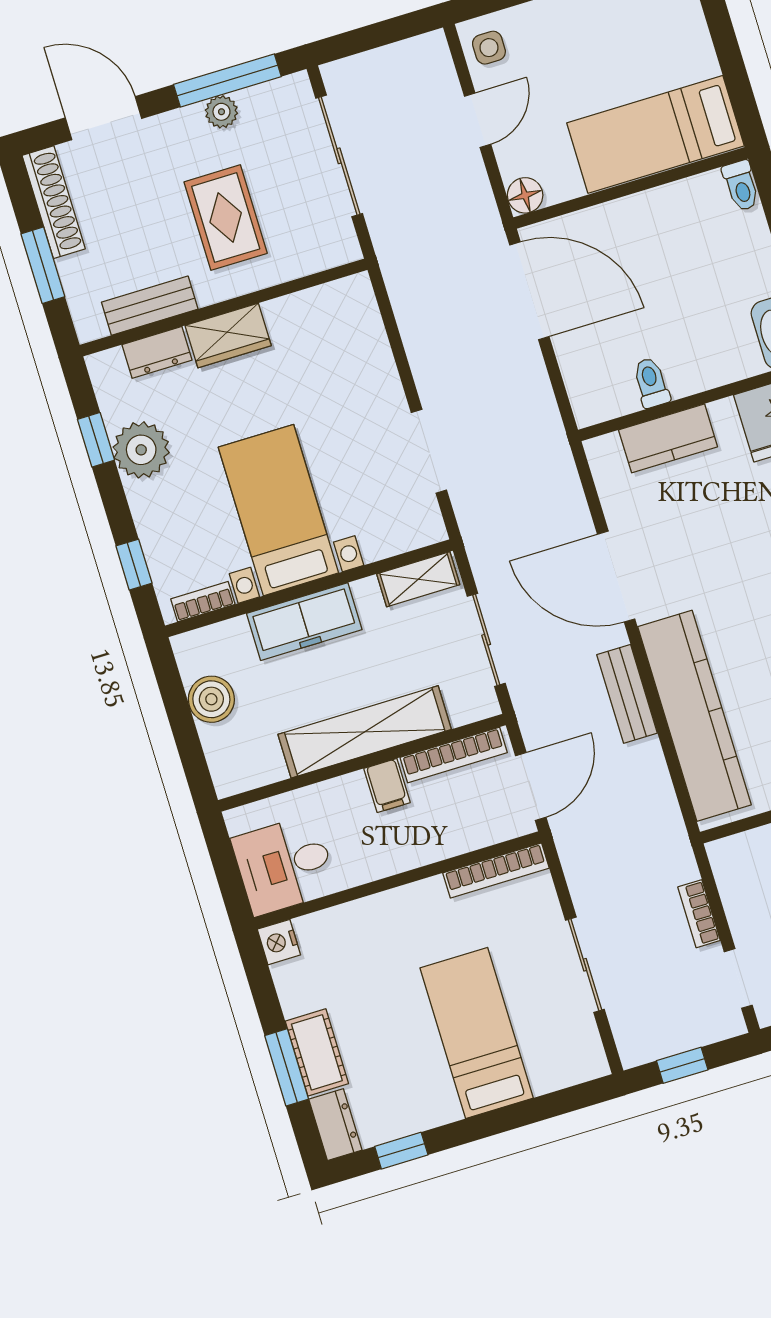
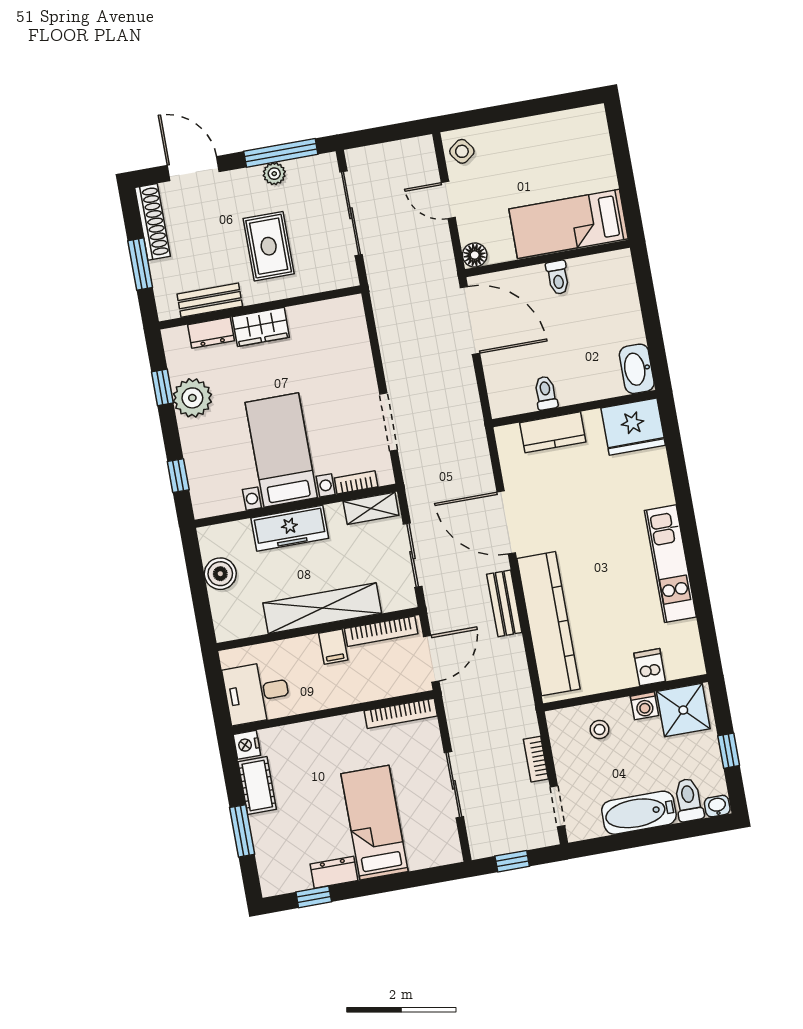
side table: (489, 48) -> (462, 151), turned -37
door: (478, 120) -> (448, 200), swing flipped
toilet: (741, 186) -> (558, 277), moved
bookcase: (203, 602) -> (356, 482), moved
cot: (317, 1052) -> (257, 785), moved
dresser: (335, 1125) -> (334, 872), moved, turned -90

